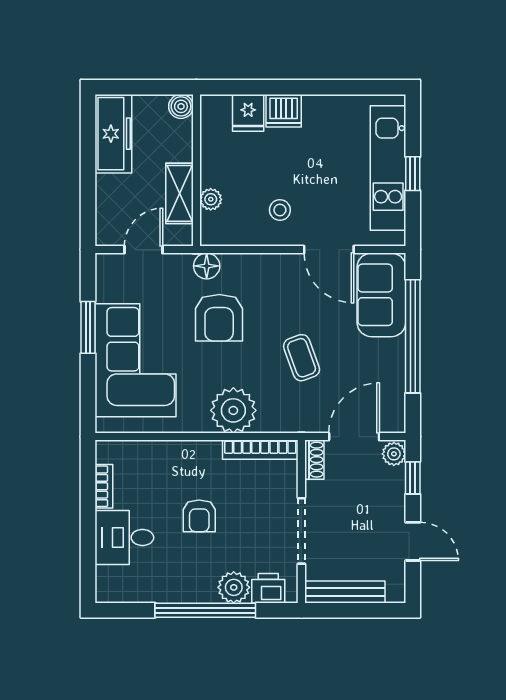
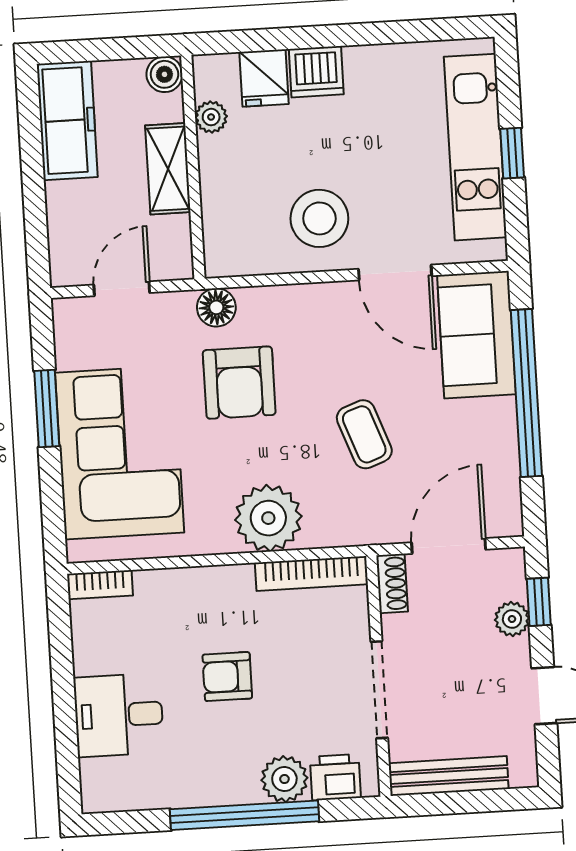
shelving: (180, 193) -> (168, 169), moved
plant: (211, 199) -> (211, 117), moved
stool: (280, 210) -> (319, 218), width x1.89, depth x1.89
plant: (394, 454) -> (512, 619), moved
bookcase: (104, 486) -> (100, 585), moved, turned 90
armchair: (199, 516) -> (227, 677), turned 90

